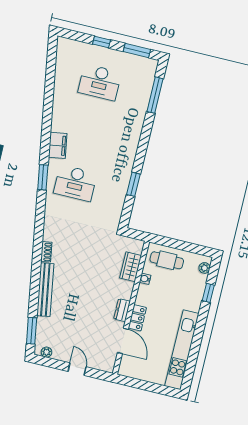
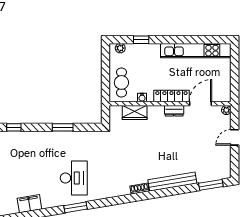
window: (146, 131) -> (14, 127), added
filing cabinet: (58, 145) -> (29, 204), moved
locker: (137, 318) -> (171, 96), width x1.53
plant: (46, 352) -> (226, 110), moved

